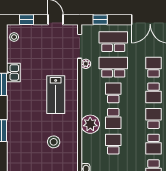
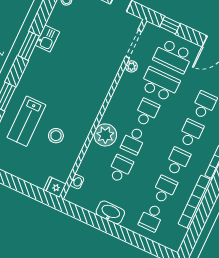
school desk: (113, 42) -> (173, 56), turned 180
school desk: (154, 93) -> (191, 133), turned 180
lab bench: (56, 95) -> (26, 121), moved
school desk: (154, 144) -> (165, 189), turned 180

